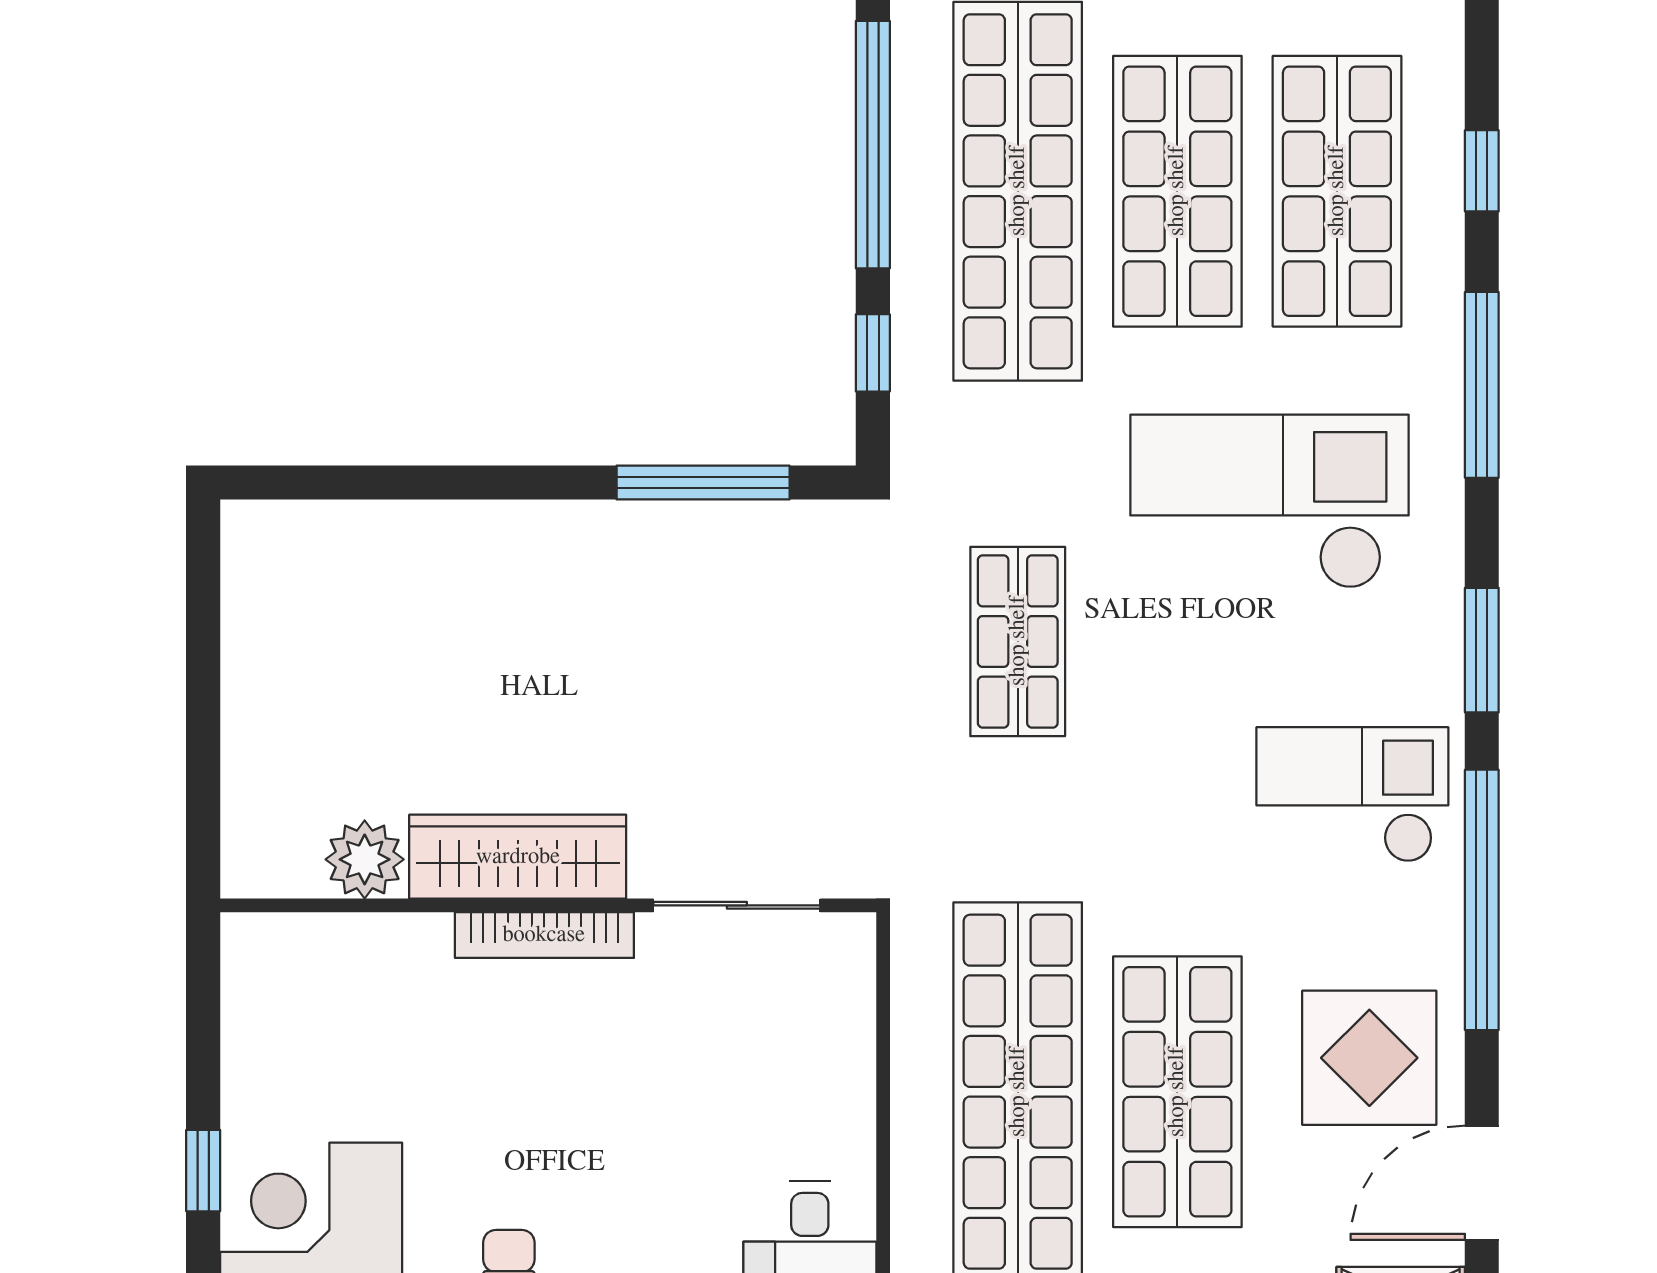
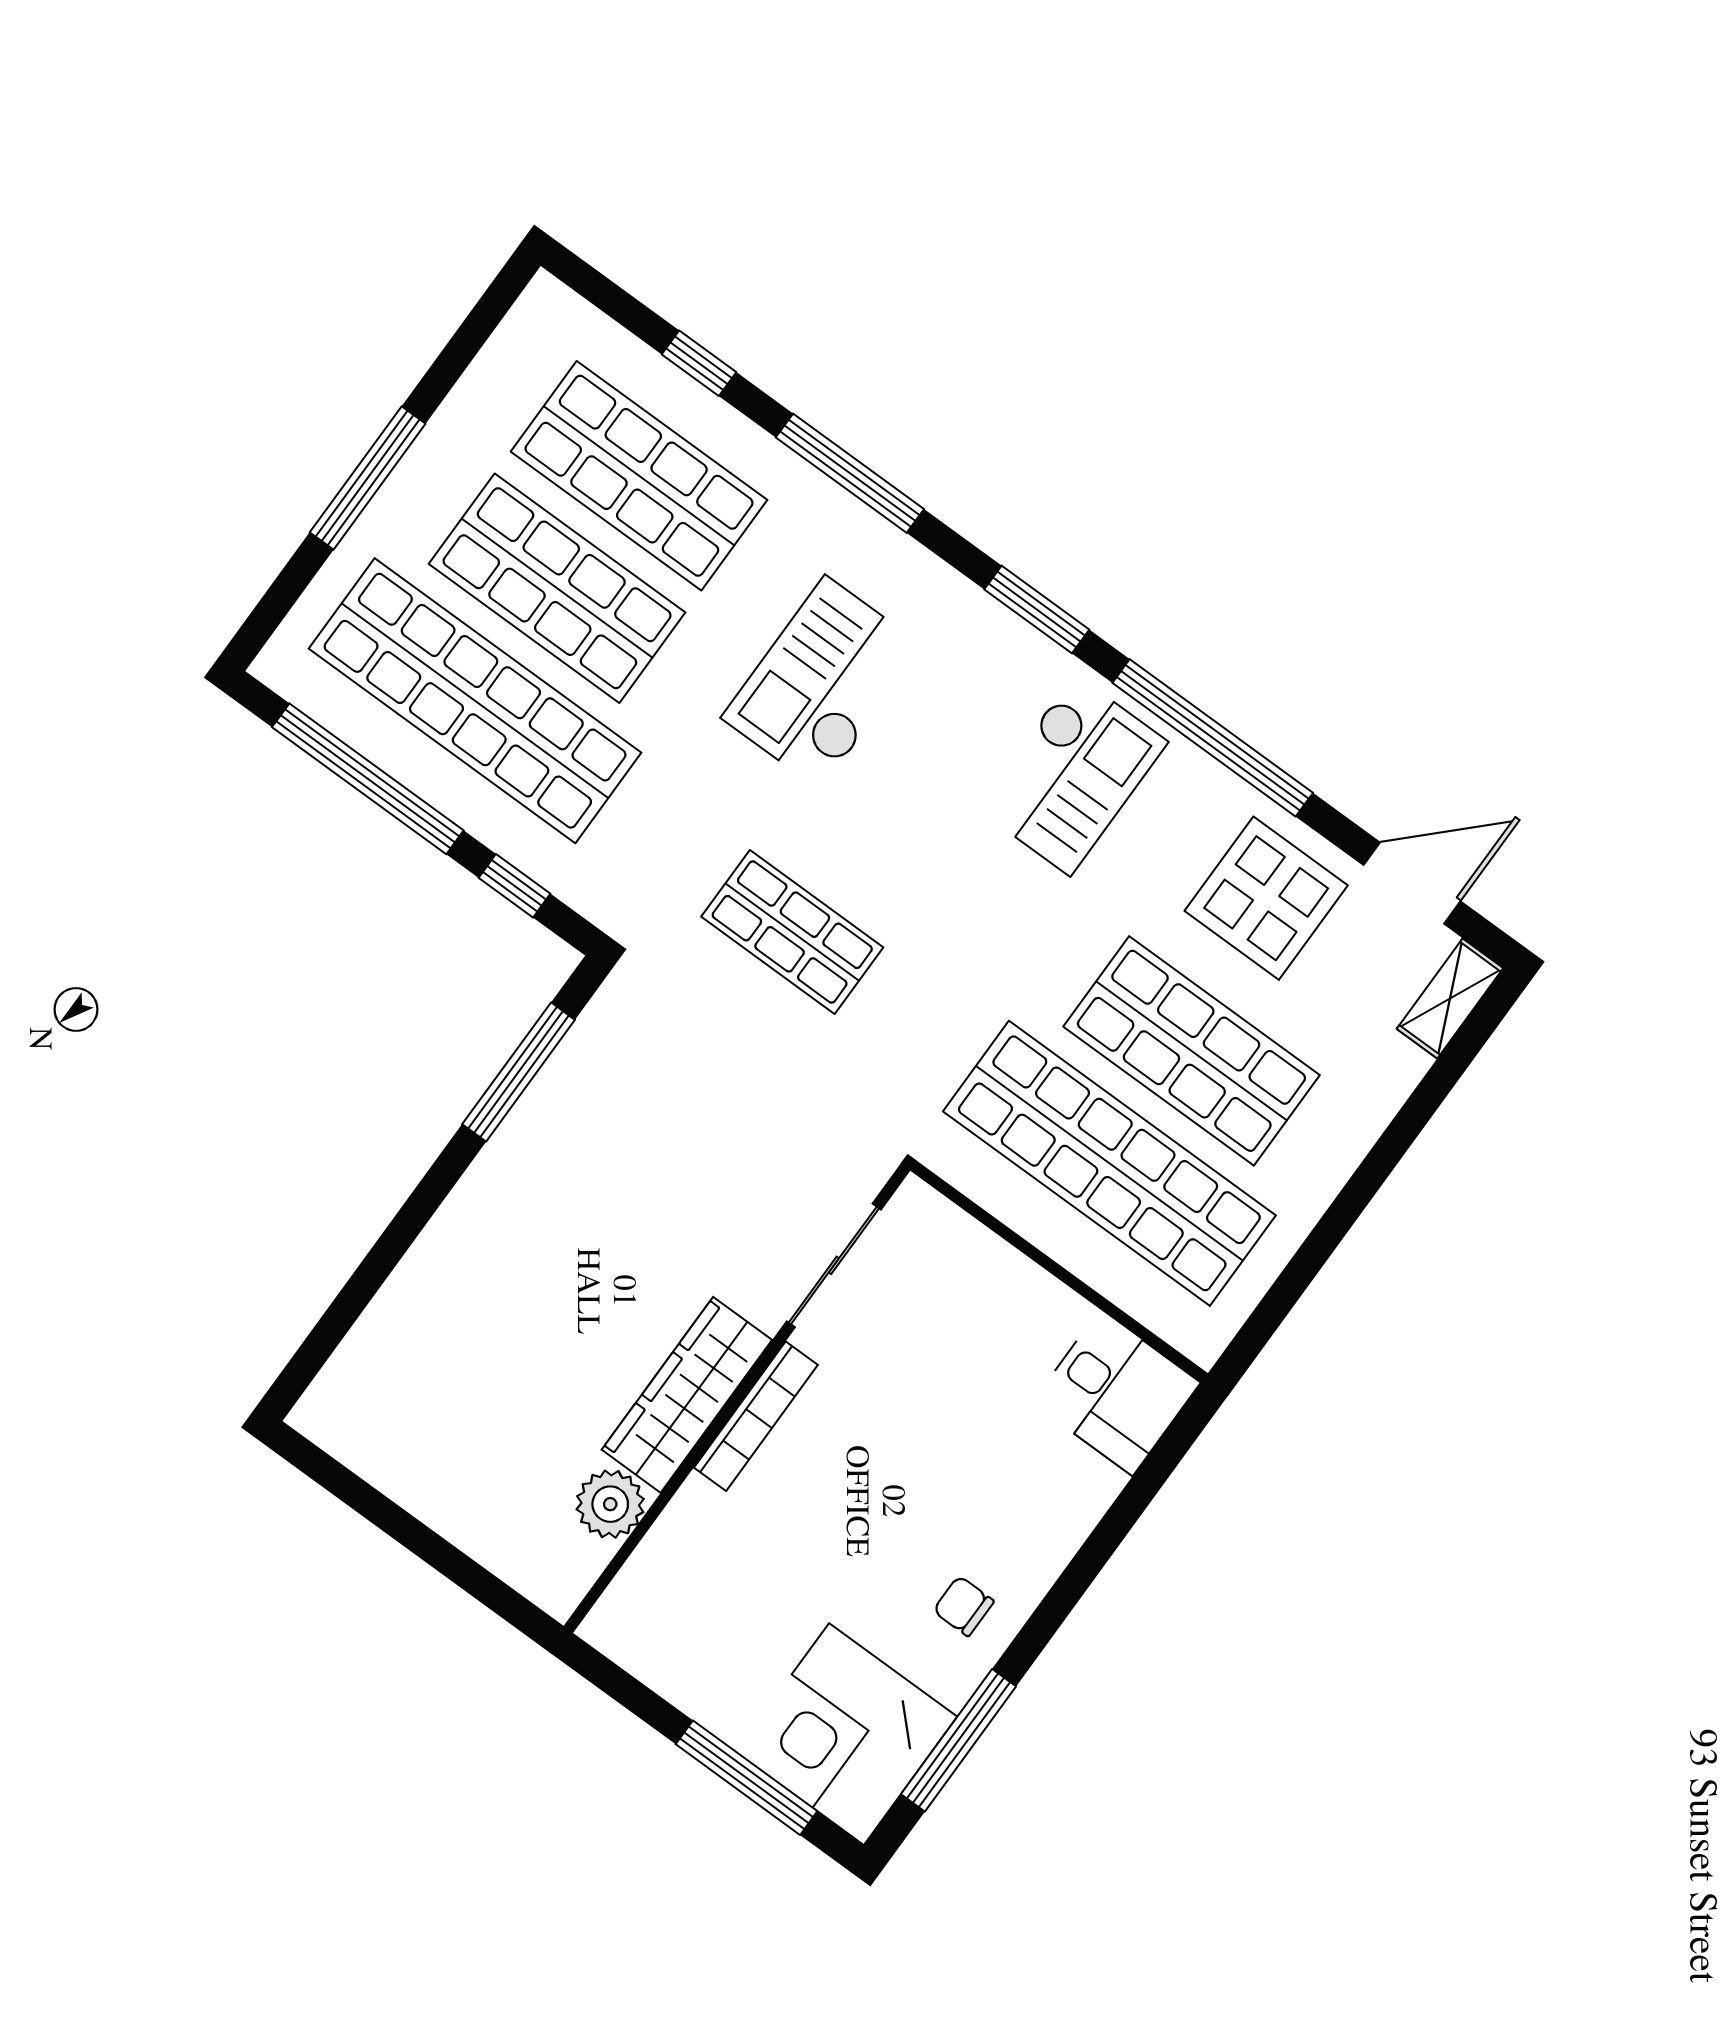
checkout: (1270, 502) -> (823, 683), width x0.73, depth x0.83
checkout: (1352, 795) -> (1072, 775), turned 180
window: (203, 1171) -> (746, 1778), width x2.17
door: (1482, 1183) -> (1412, 883), swing flipped

